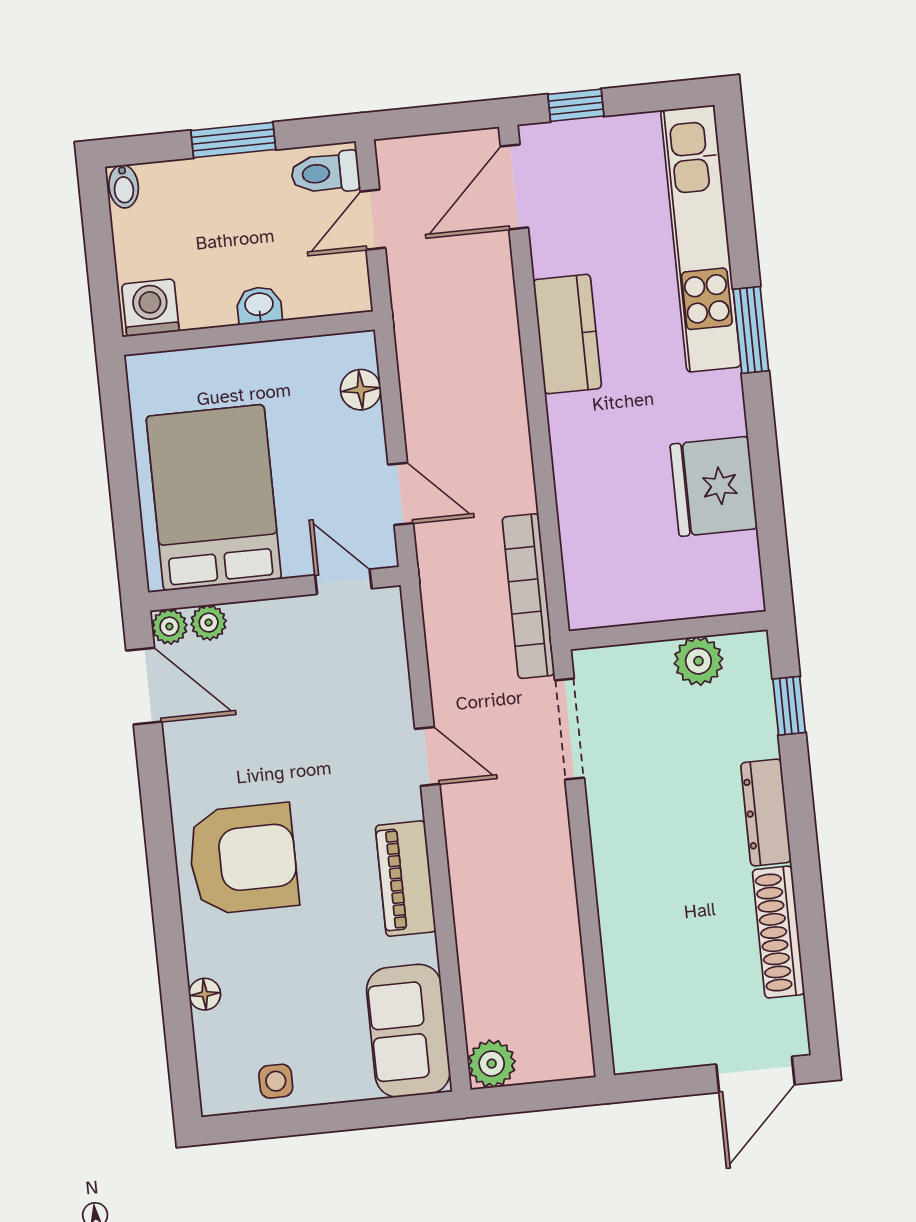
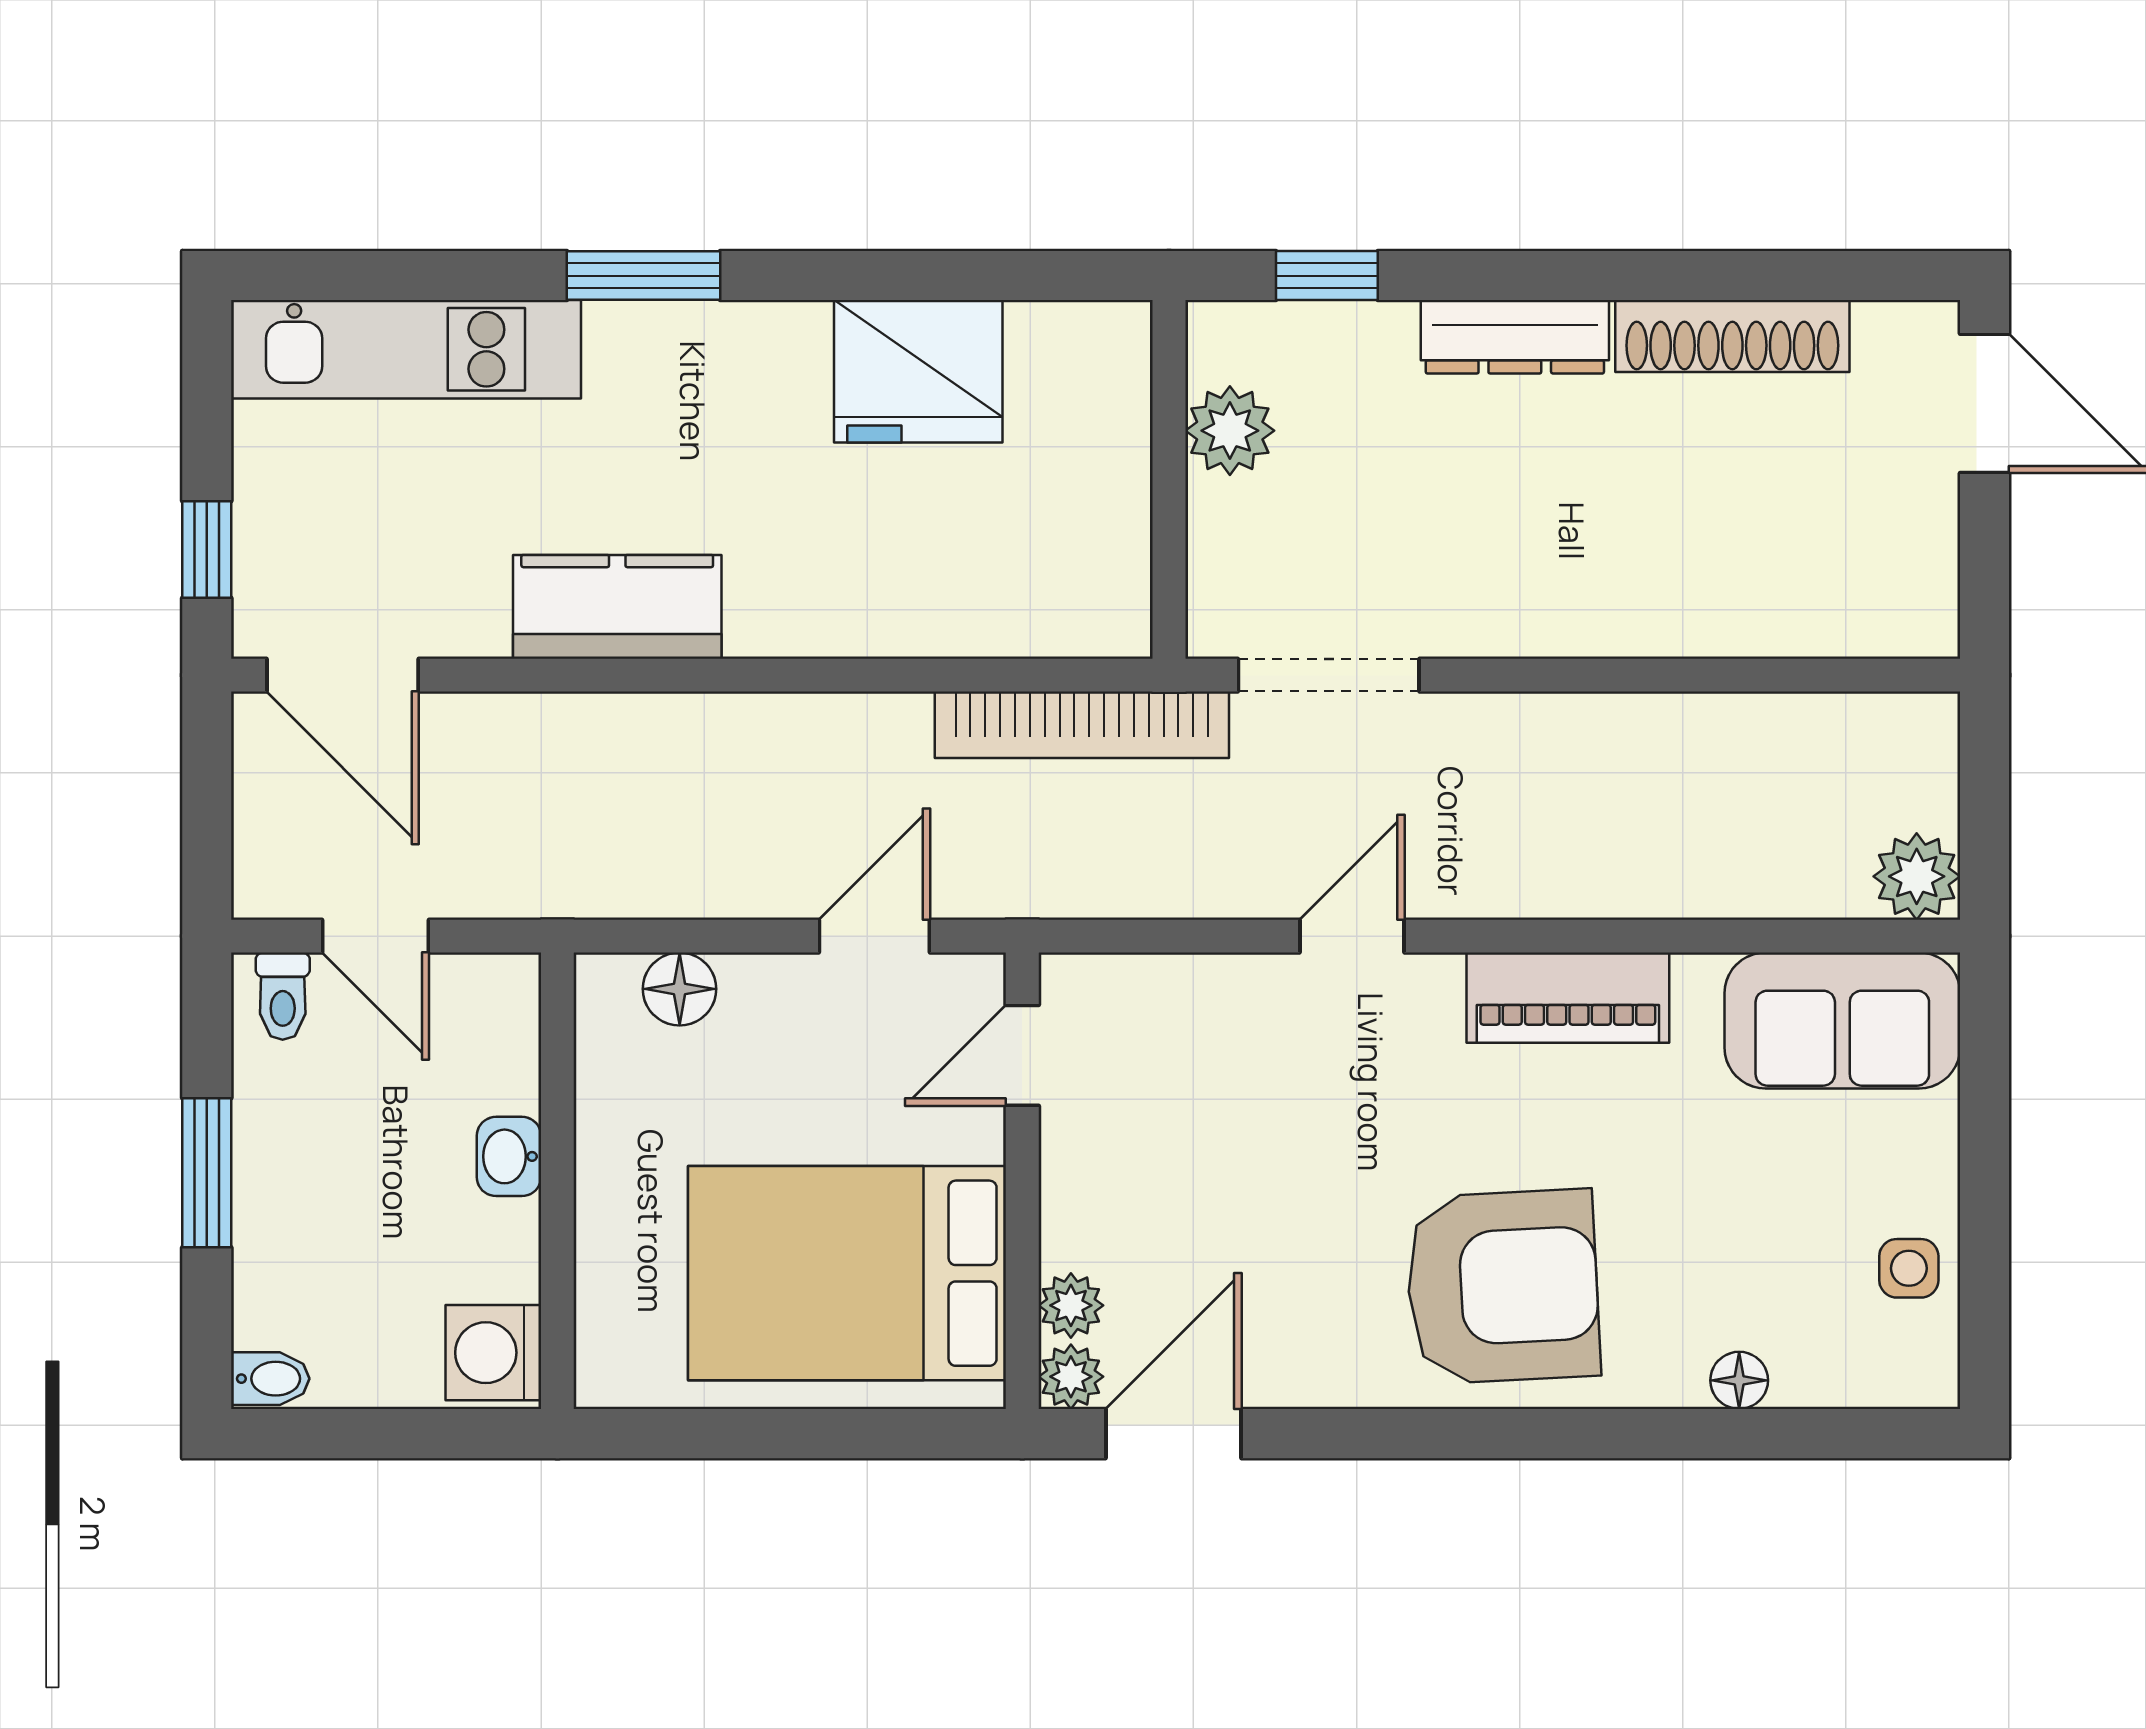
toilet: (325, 173) -> (283, 996), width x0.73, depth x0.72
kitchen unit: (701, 239) -> (406, 349), width x0.73
armchair: (243, 859) -> (1503, 1287), turned 87

